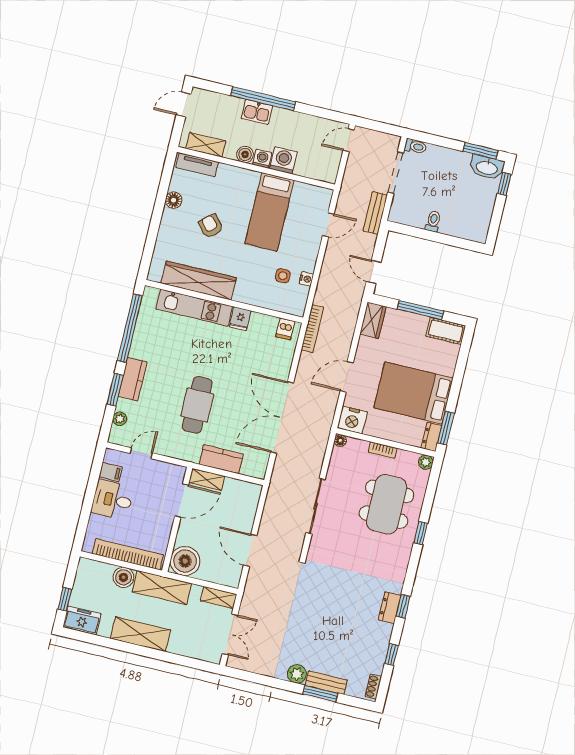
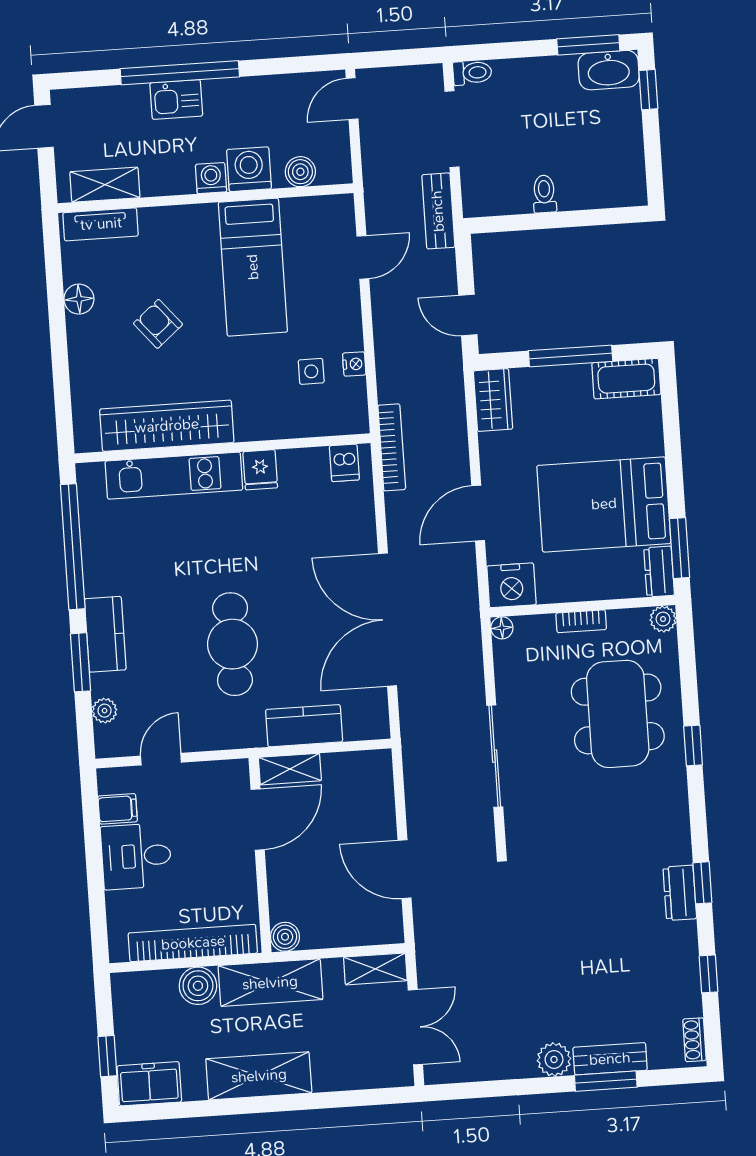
boiler: (245, 154) -> (300, 172), moved
boiler: (185, 561) -> (285, 937), width x0.54, depth x0.54

